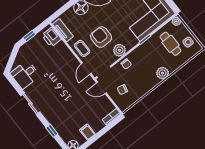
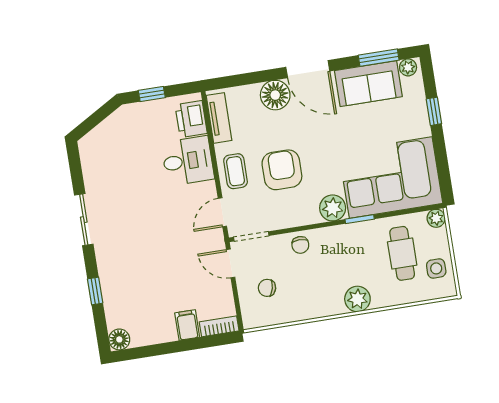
plant: (119, 50) -> (333, 208), moved
desk: (25, 75) -> (188, 161), moved, turned 180
filing cabinet: (87, 132) -> (187, 325), moved

